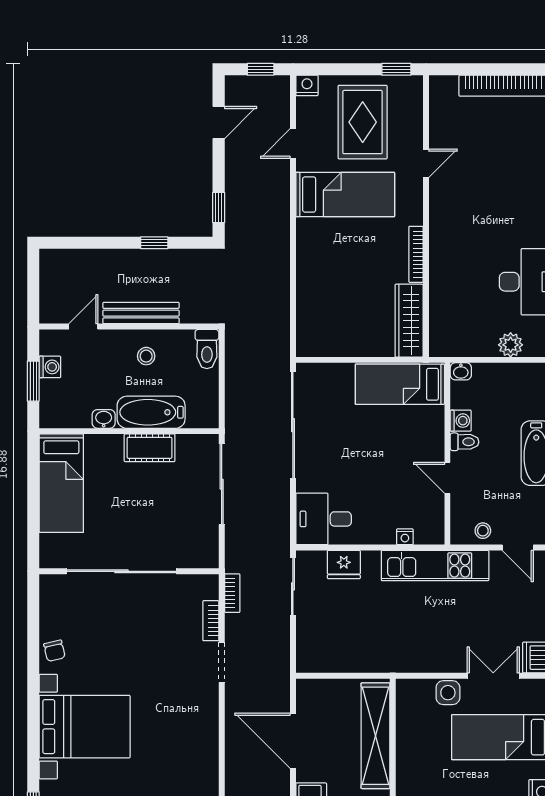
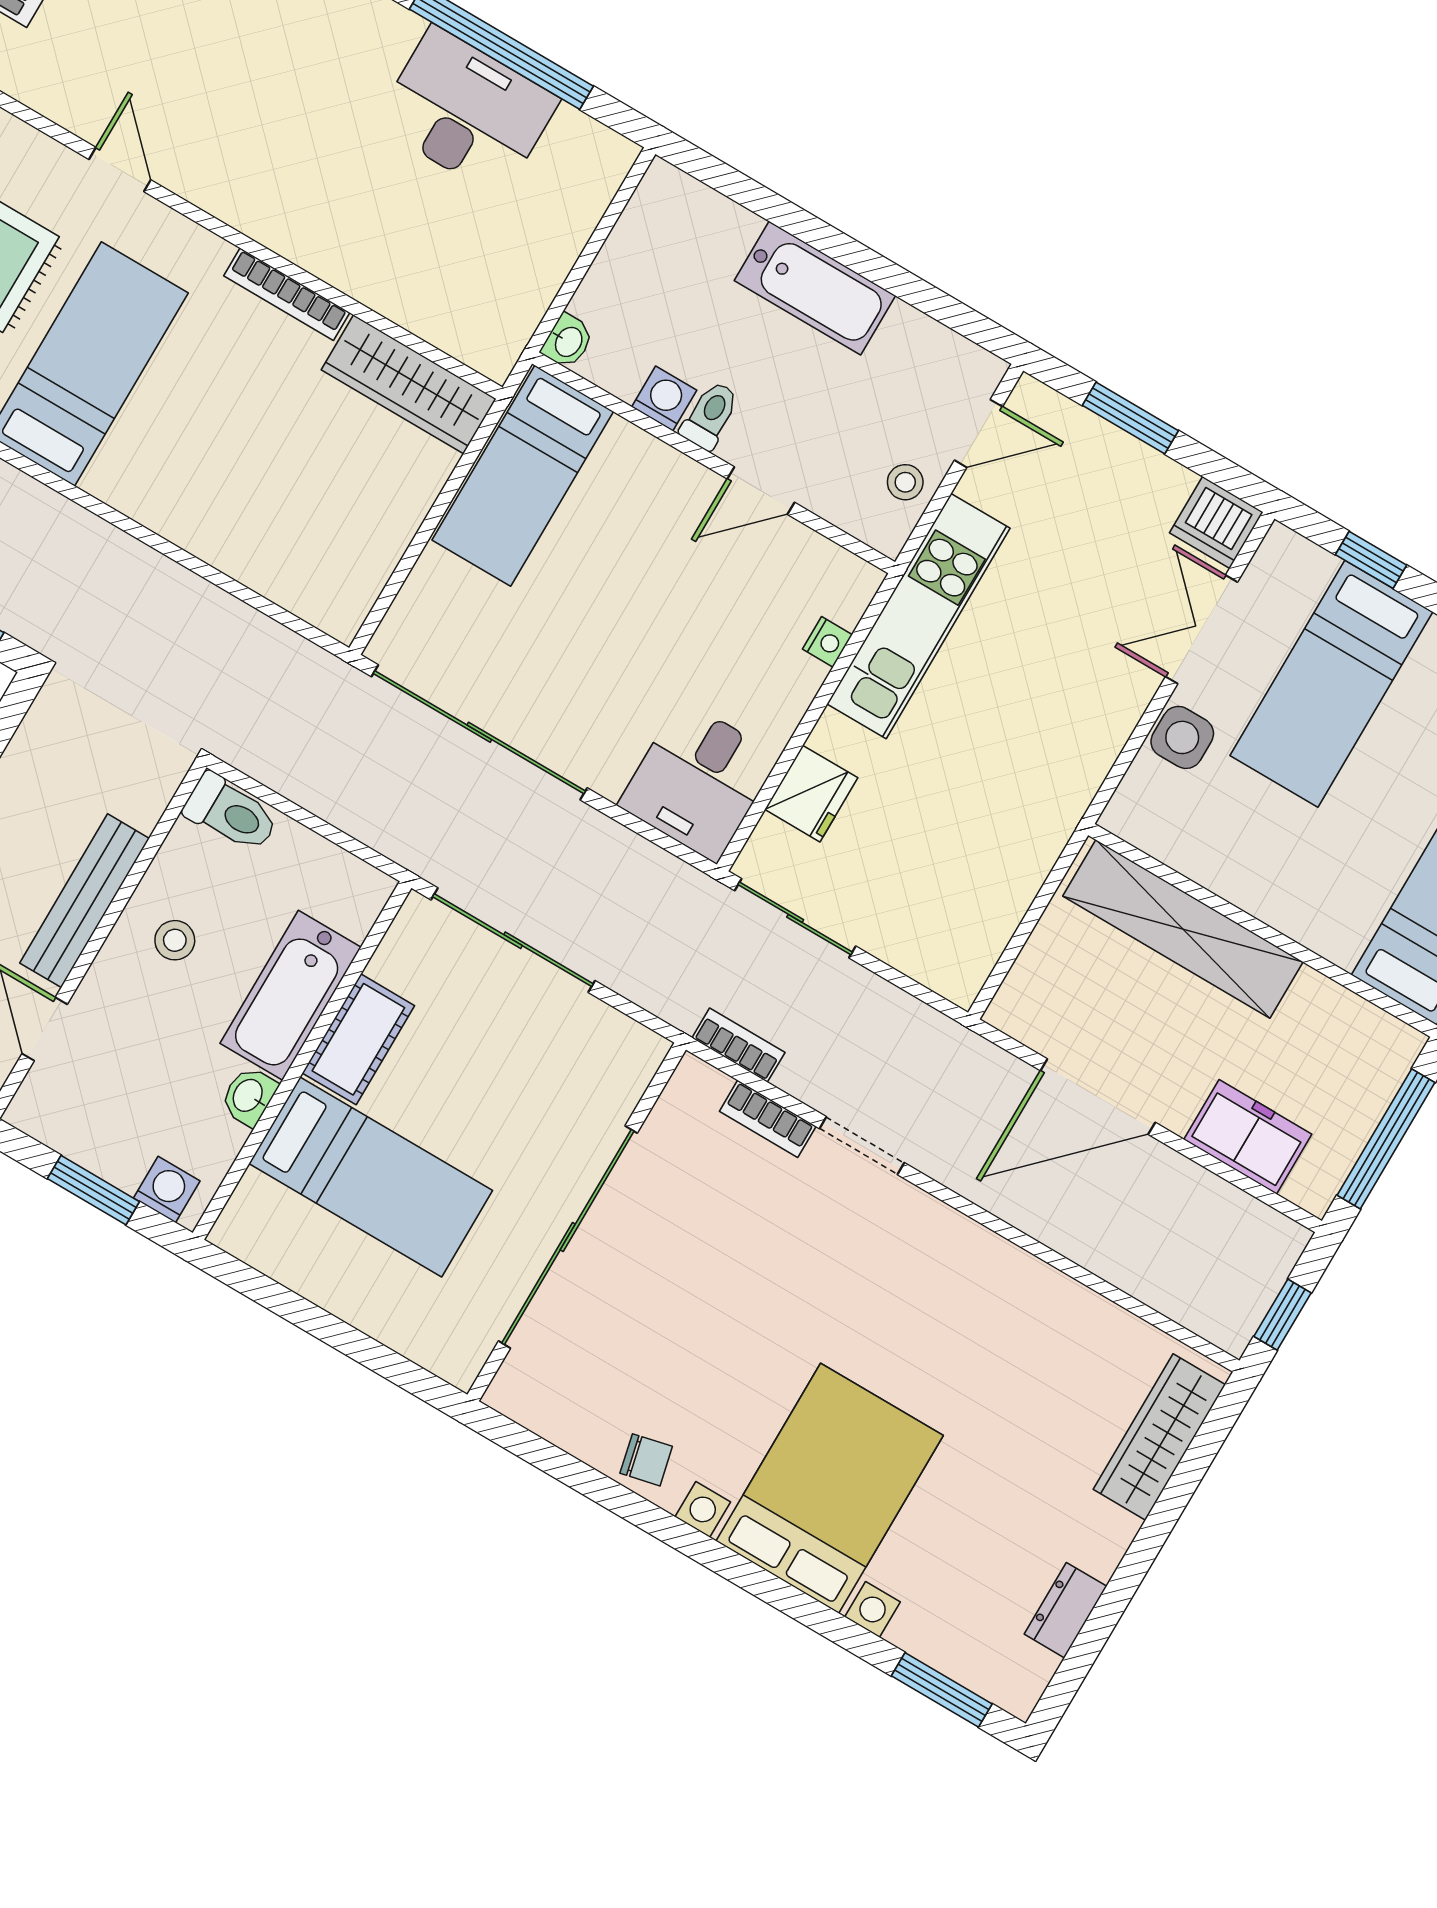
plant: (511, 345) -> (573, 213), removed
washing machine: (50, 367) -> (167, 1189), moved
bed: (61, 483) -> (371, 1177), moved

